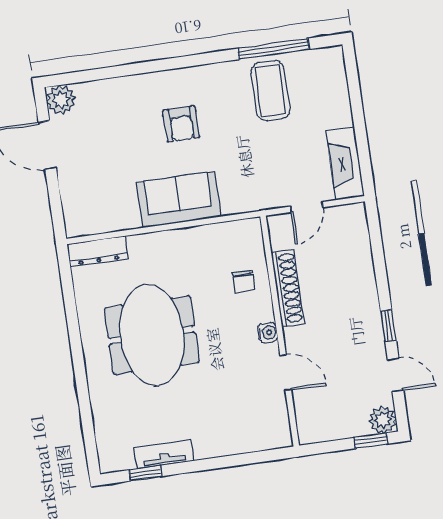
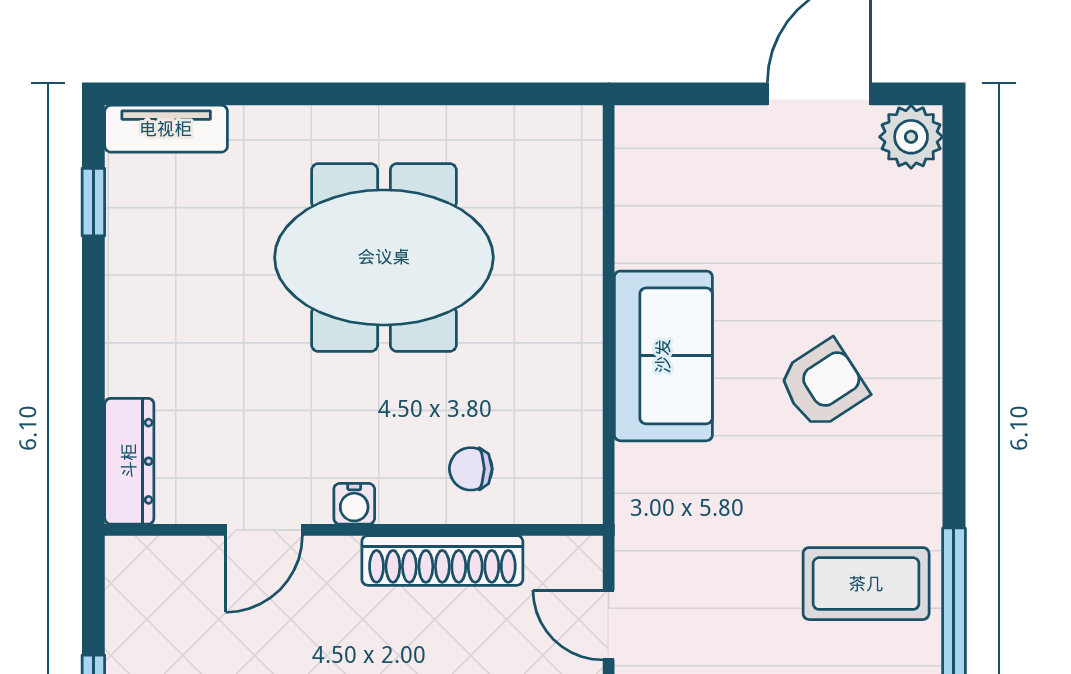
armchair: (181, 124) -> (823, 384), turned 147
dresser: (98, 251) -> (129, 461), moved, turned 180
tv unit: (164, 454) -> (166, 129), moved, turned 90

